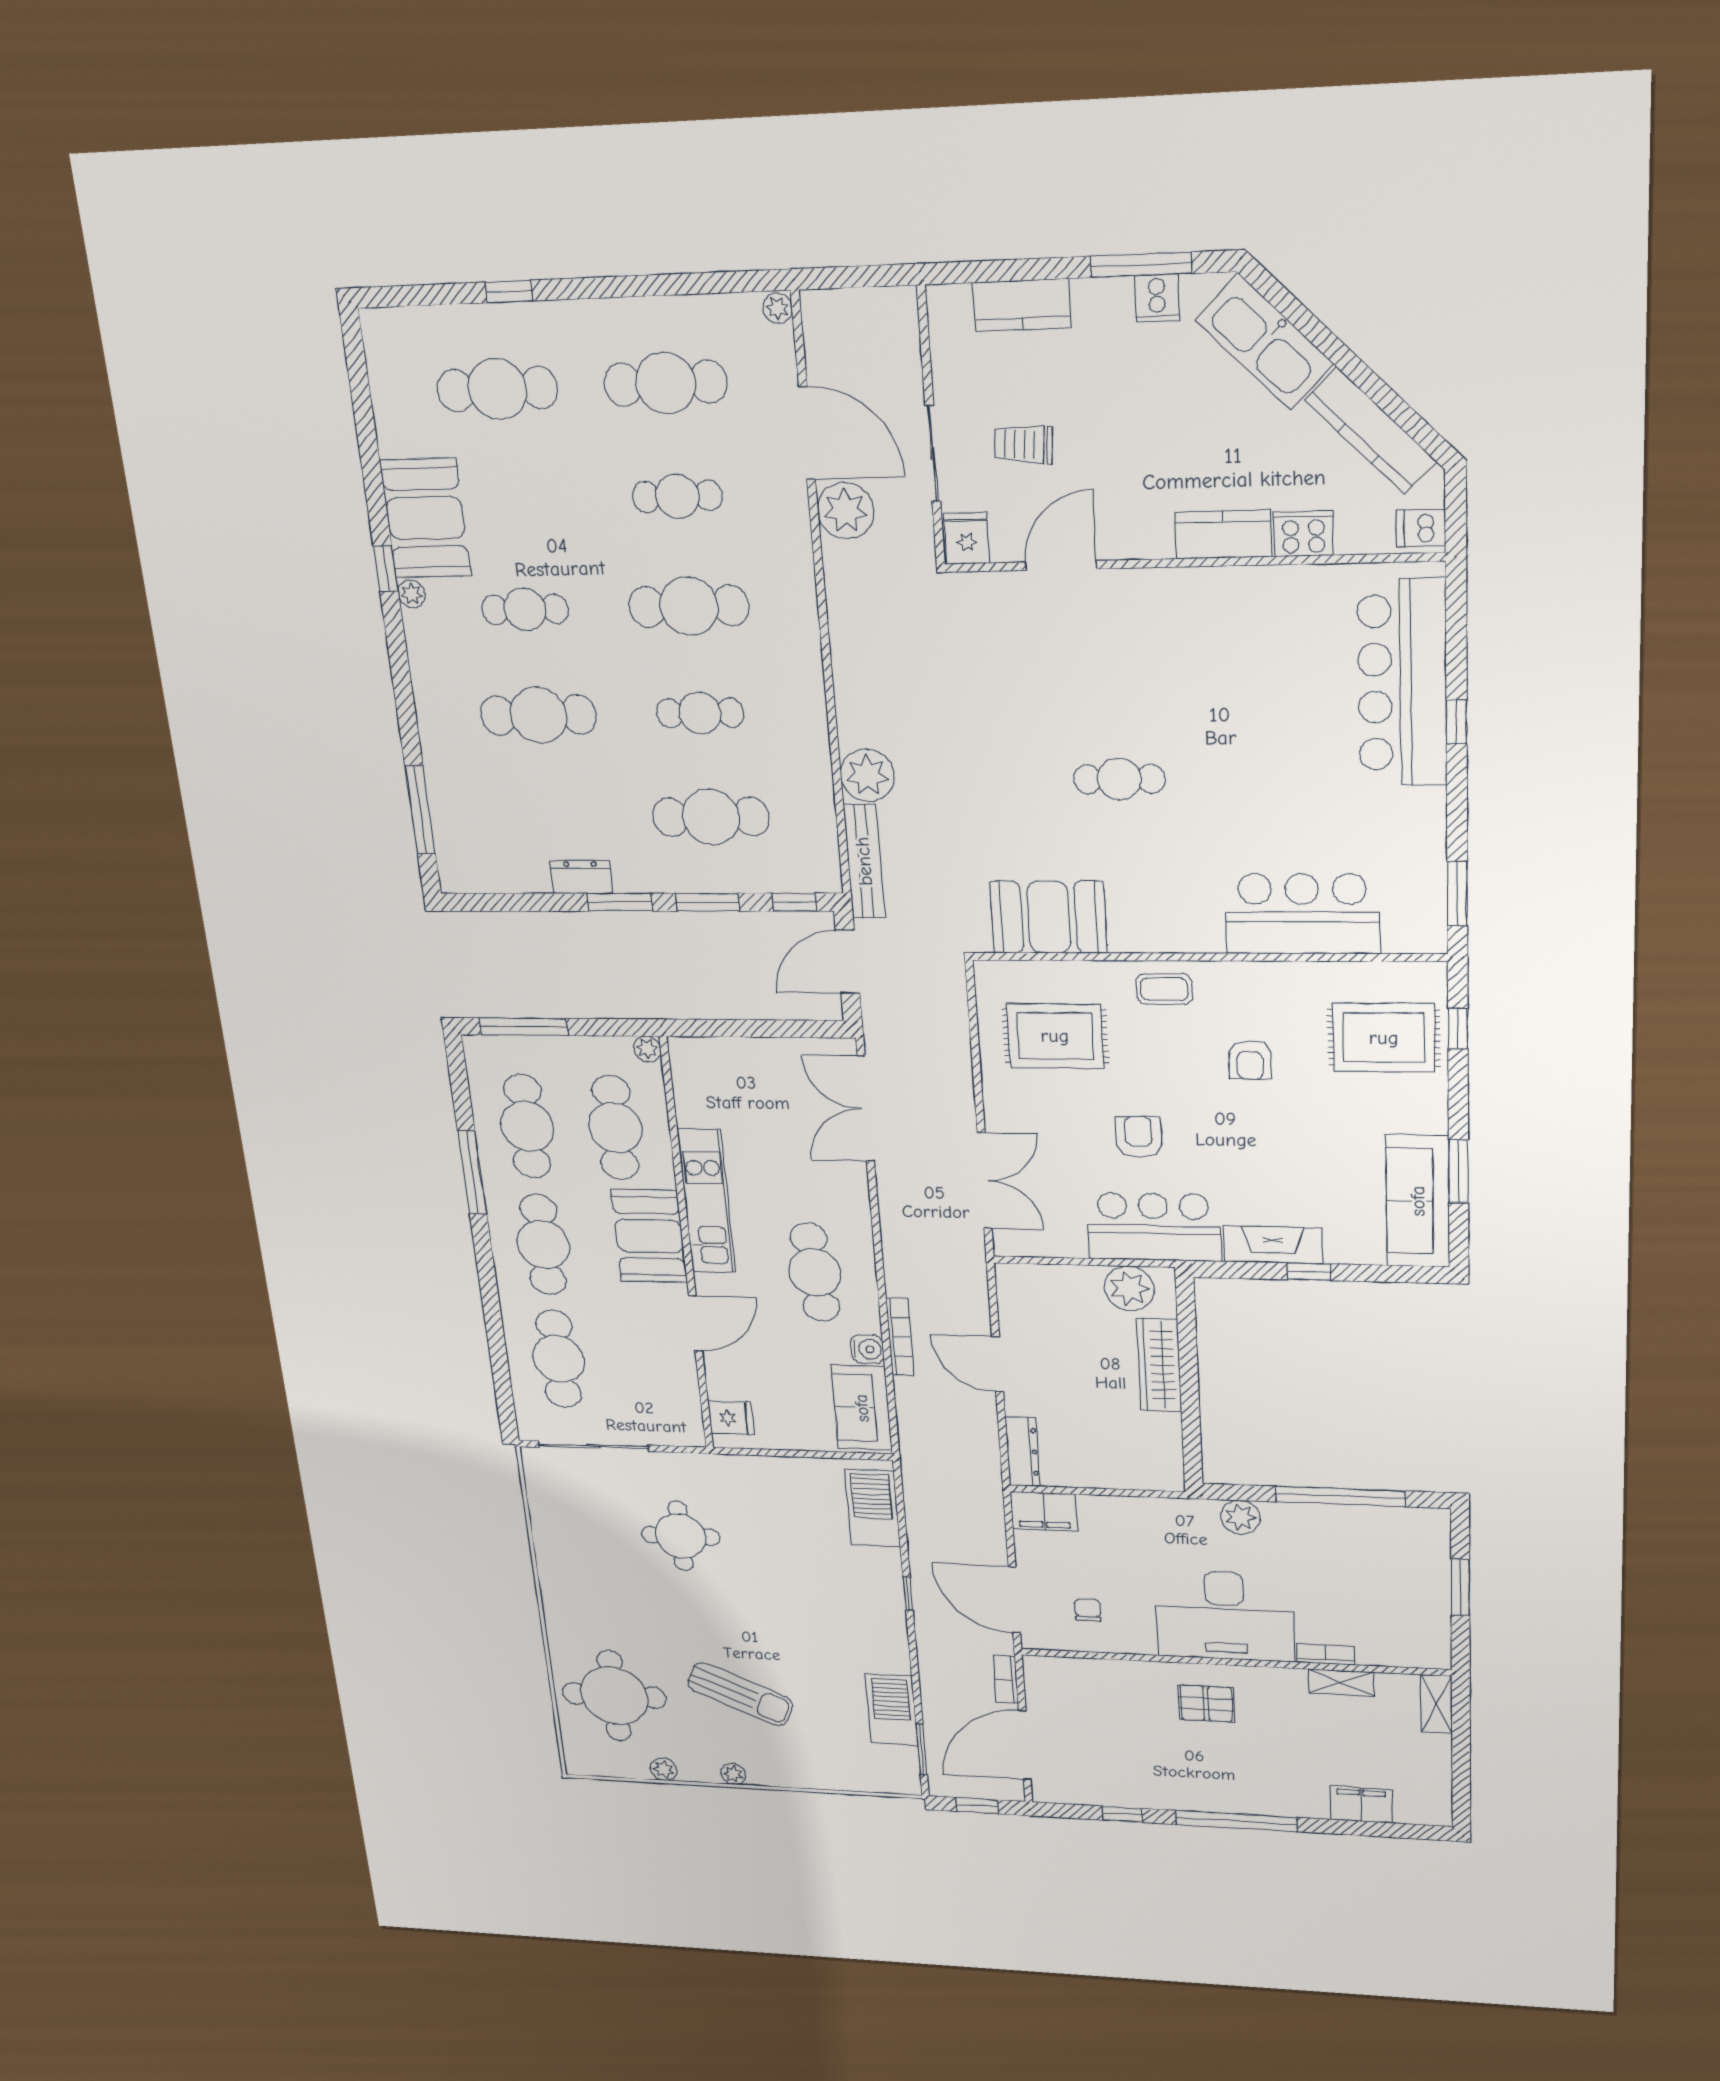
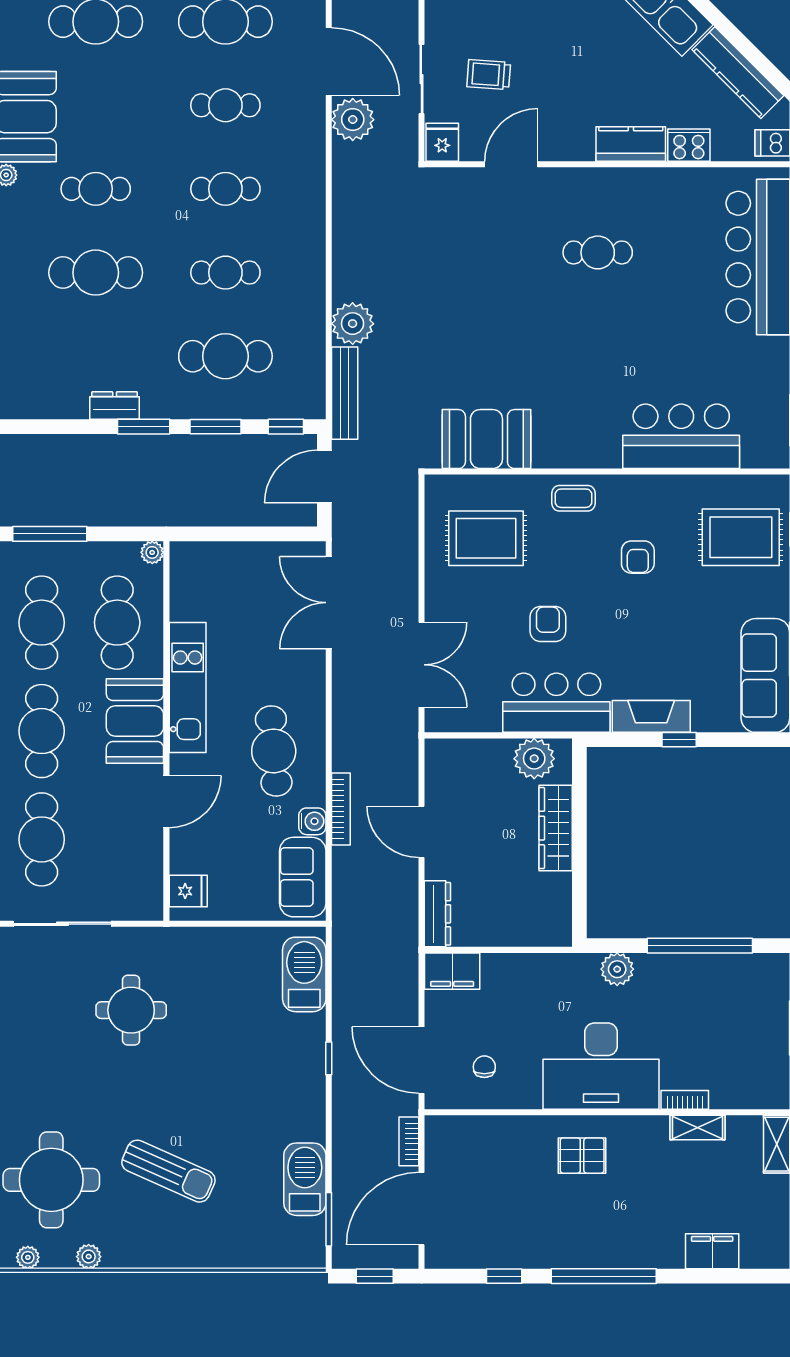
cafe table: (689, 606) -> (225, 189), width x0.73, depth x0.74
cafe table: (1119, 779) -> (598, 252), moved
plant: (733, 1774) -> (28, 1257), moved

